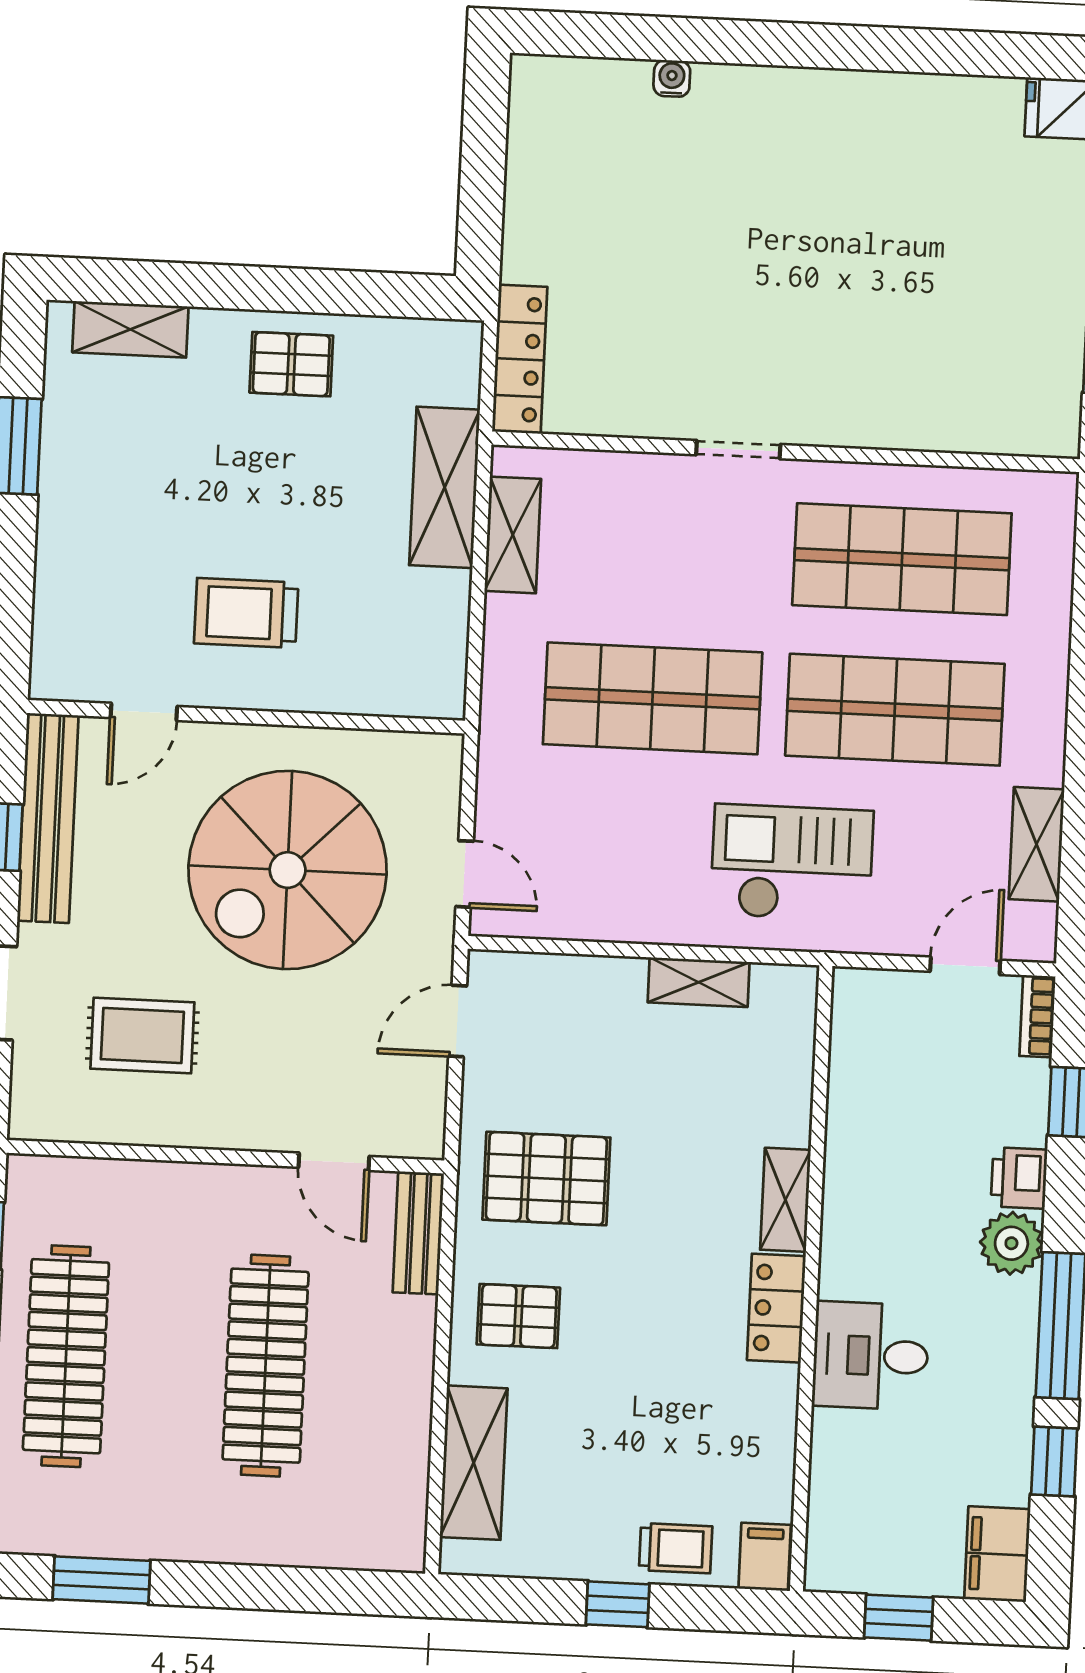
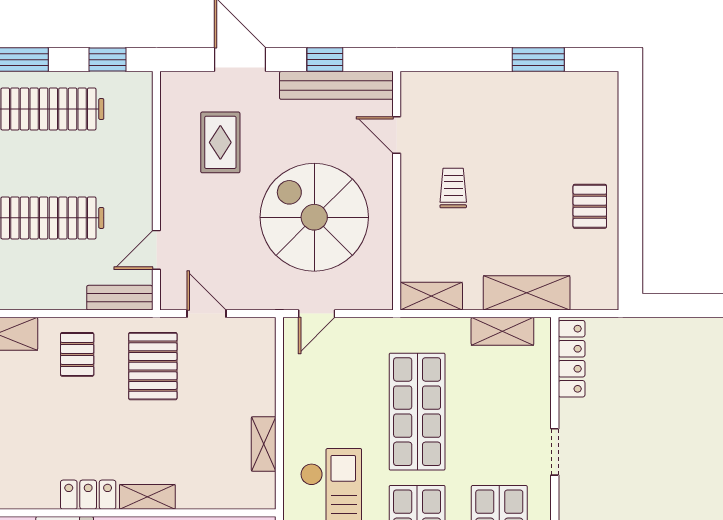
shelving: (130, 329) -> (431, 296), moved, turned 90
locker: (520, 359) -> (572, 359), moved, turned -90
trolley: (246, 613) -> (453, 188), width x0.73, depth x0.72
door: (458, 1021) -> (207, 314), moved

